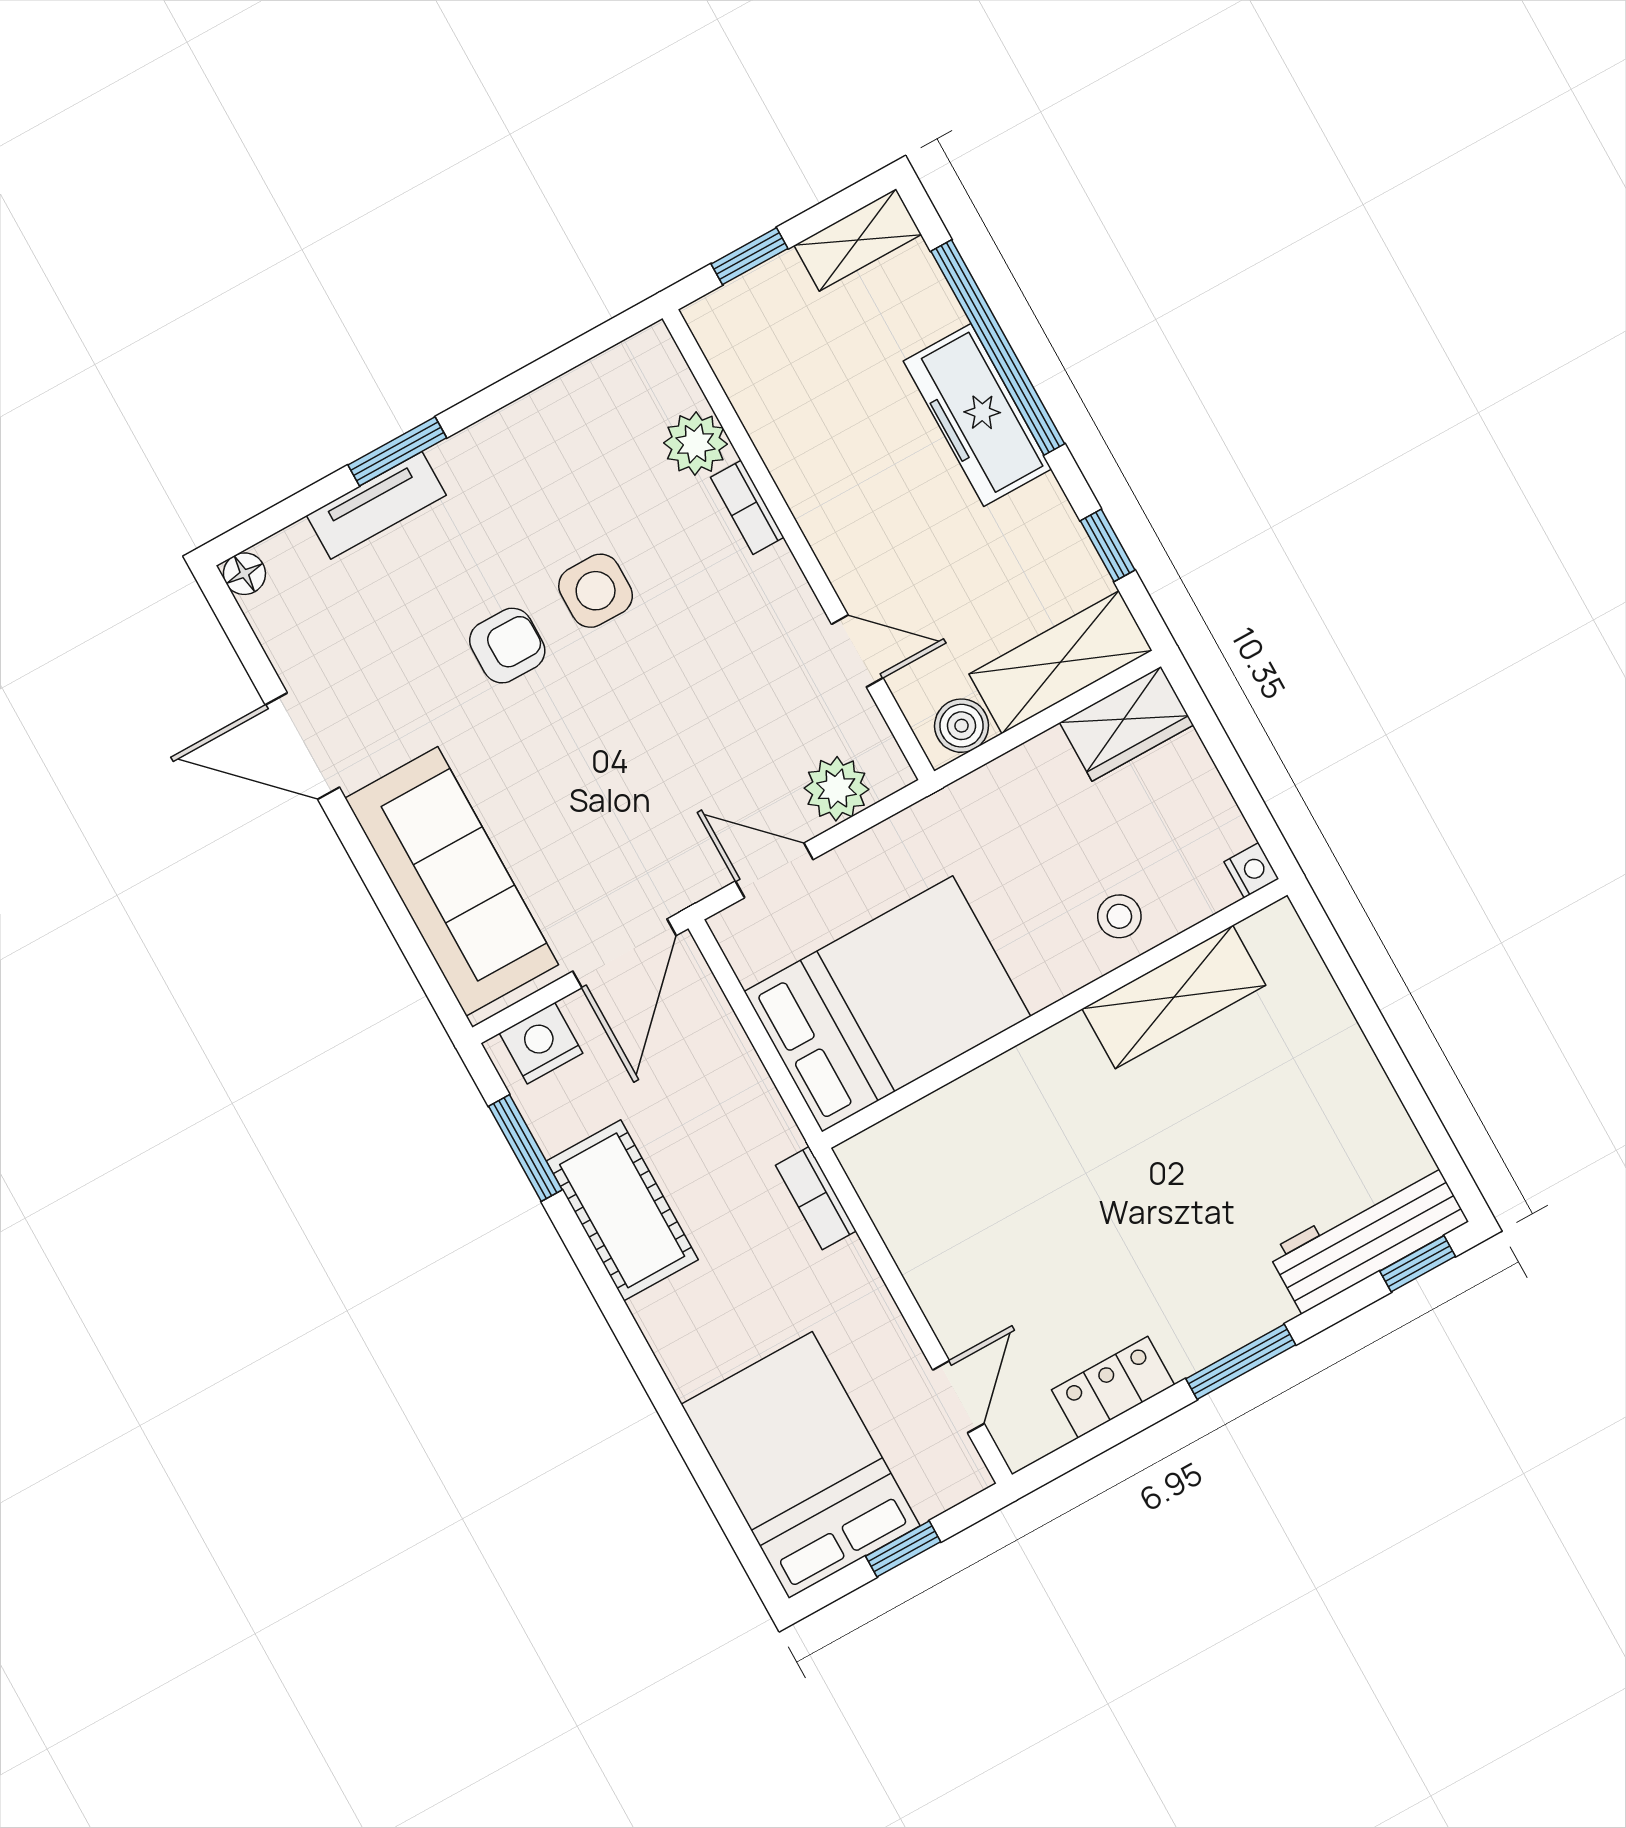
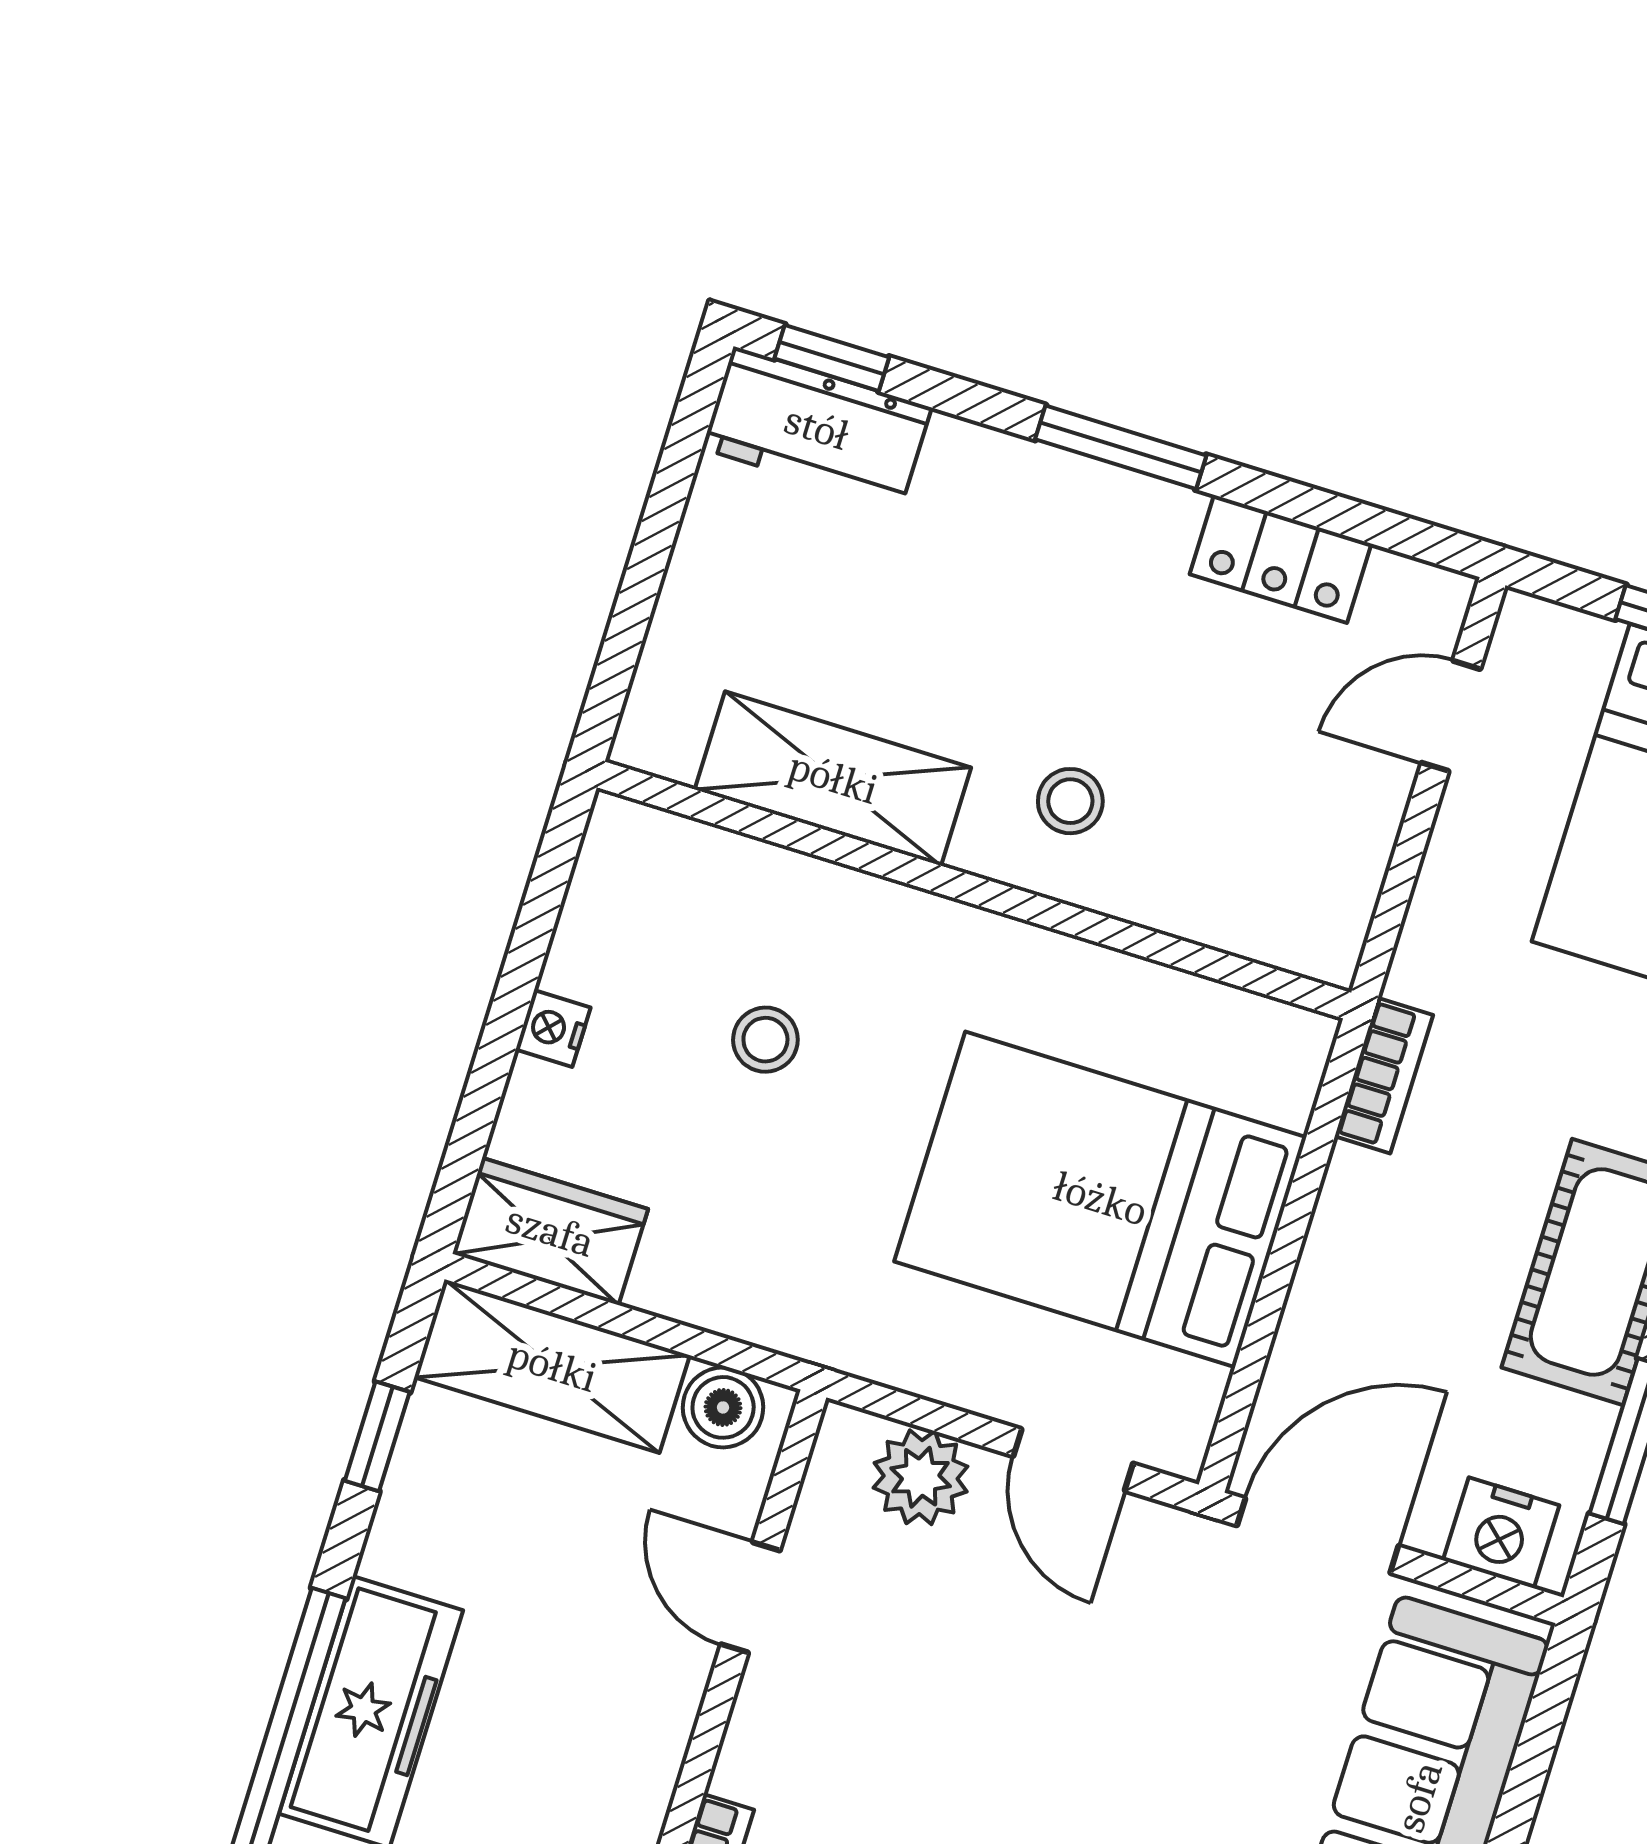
nightstand: (1251, 870) -> (553, 1029), moved
shelving: (1174, 997) -> (833, 778), moved
wall: (1055, 1013) -> (974, 890), moved
stool: (1093, 1174) -> (1070, 801), added
workbench: (1368, 1237) -> (817, 428), width x0.73

